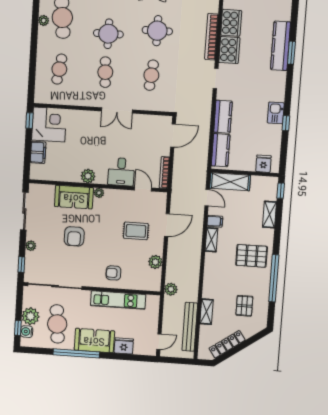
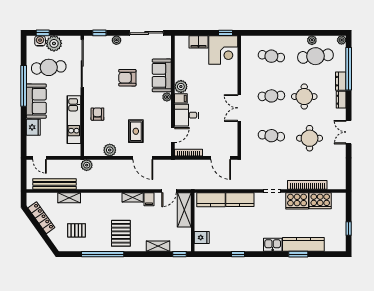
kitchen sink: (276, 113) -> (273, 245), moved
filing cabinet: (102, 177) -> (181, 98), added

